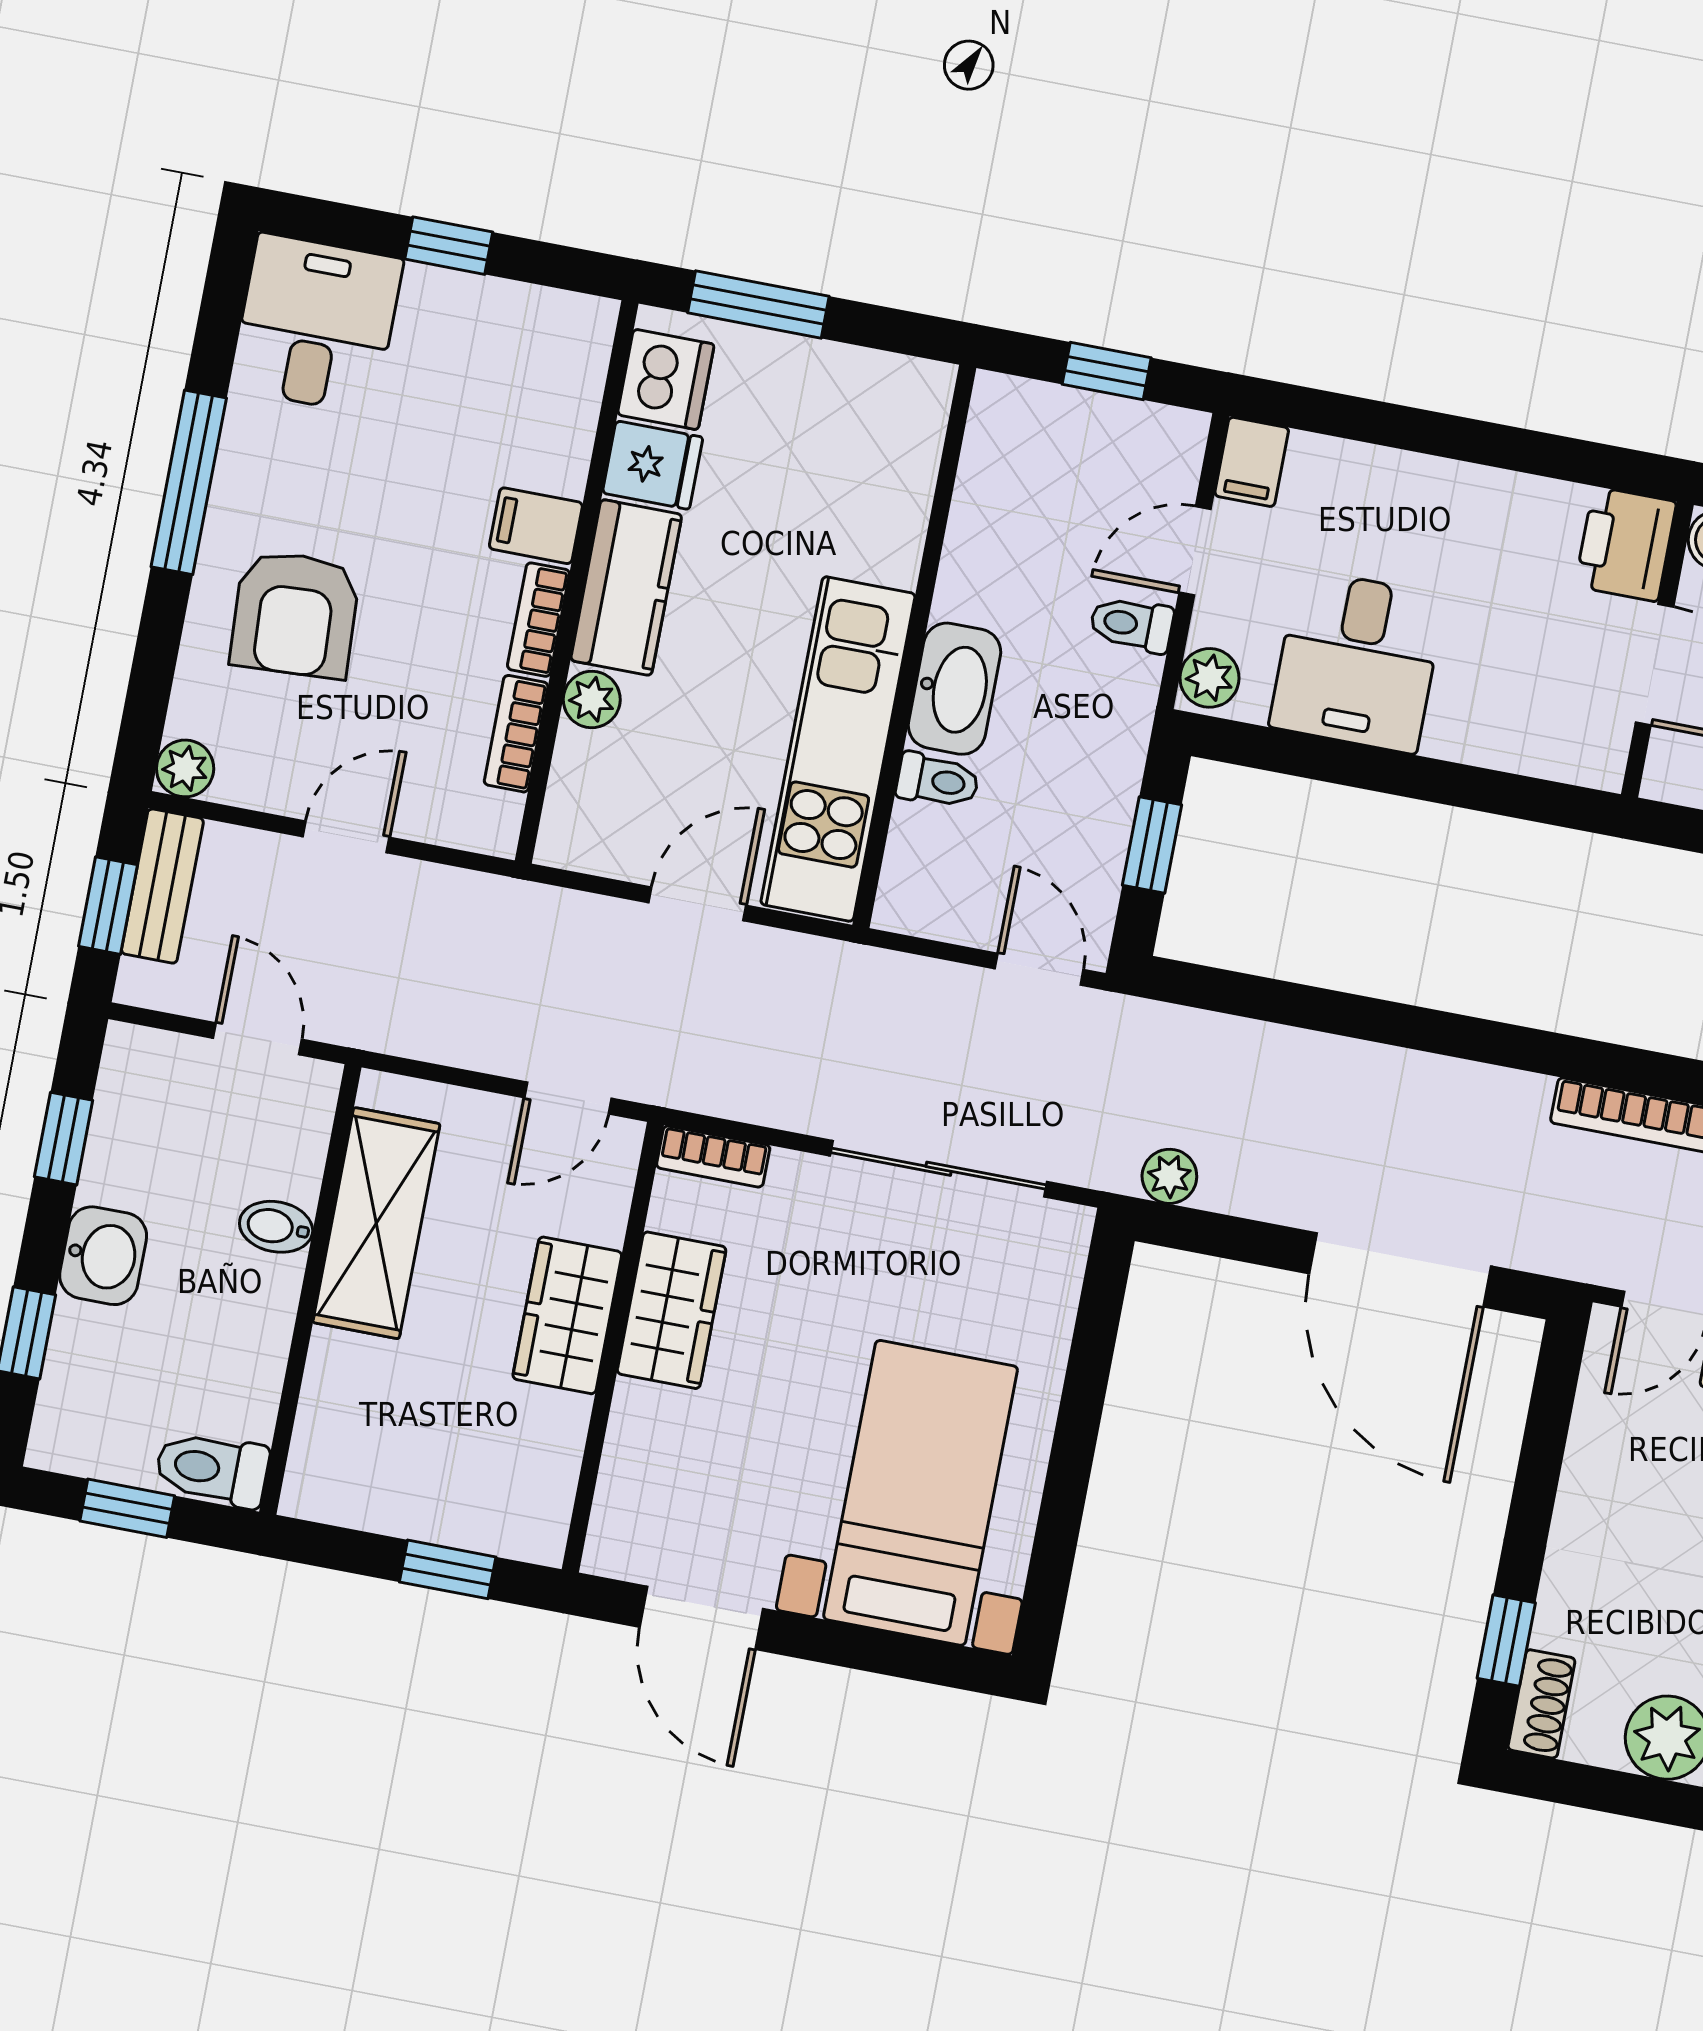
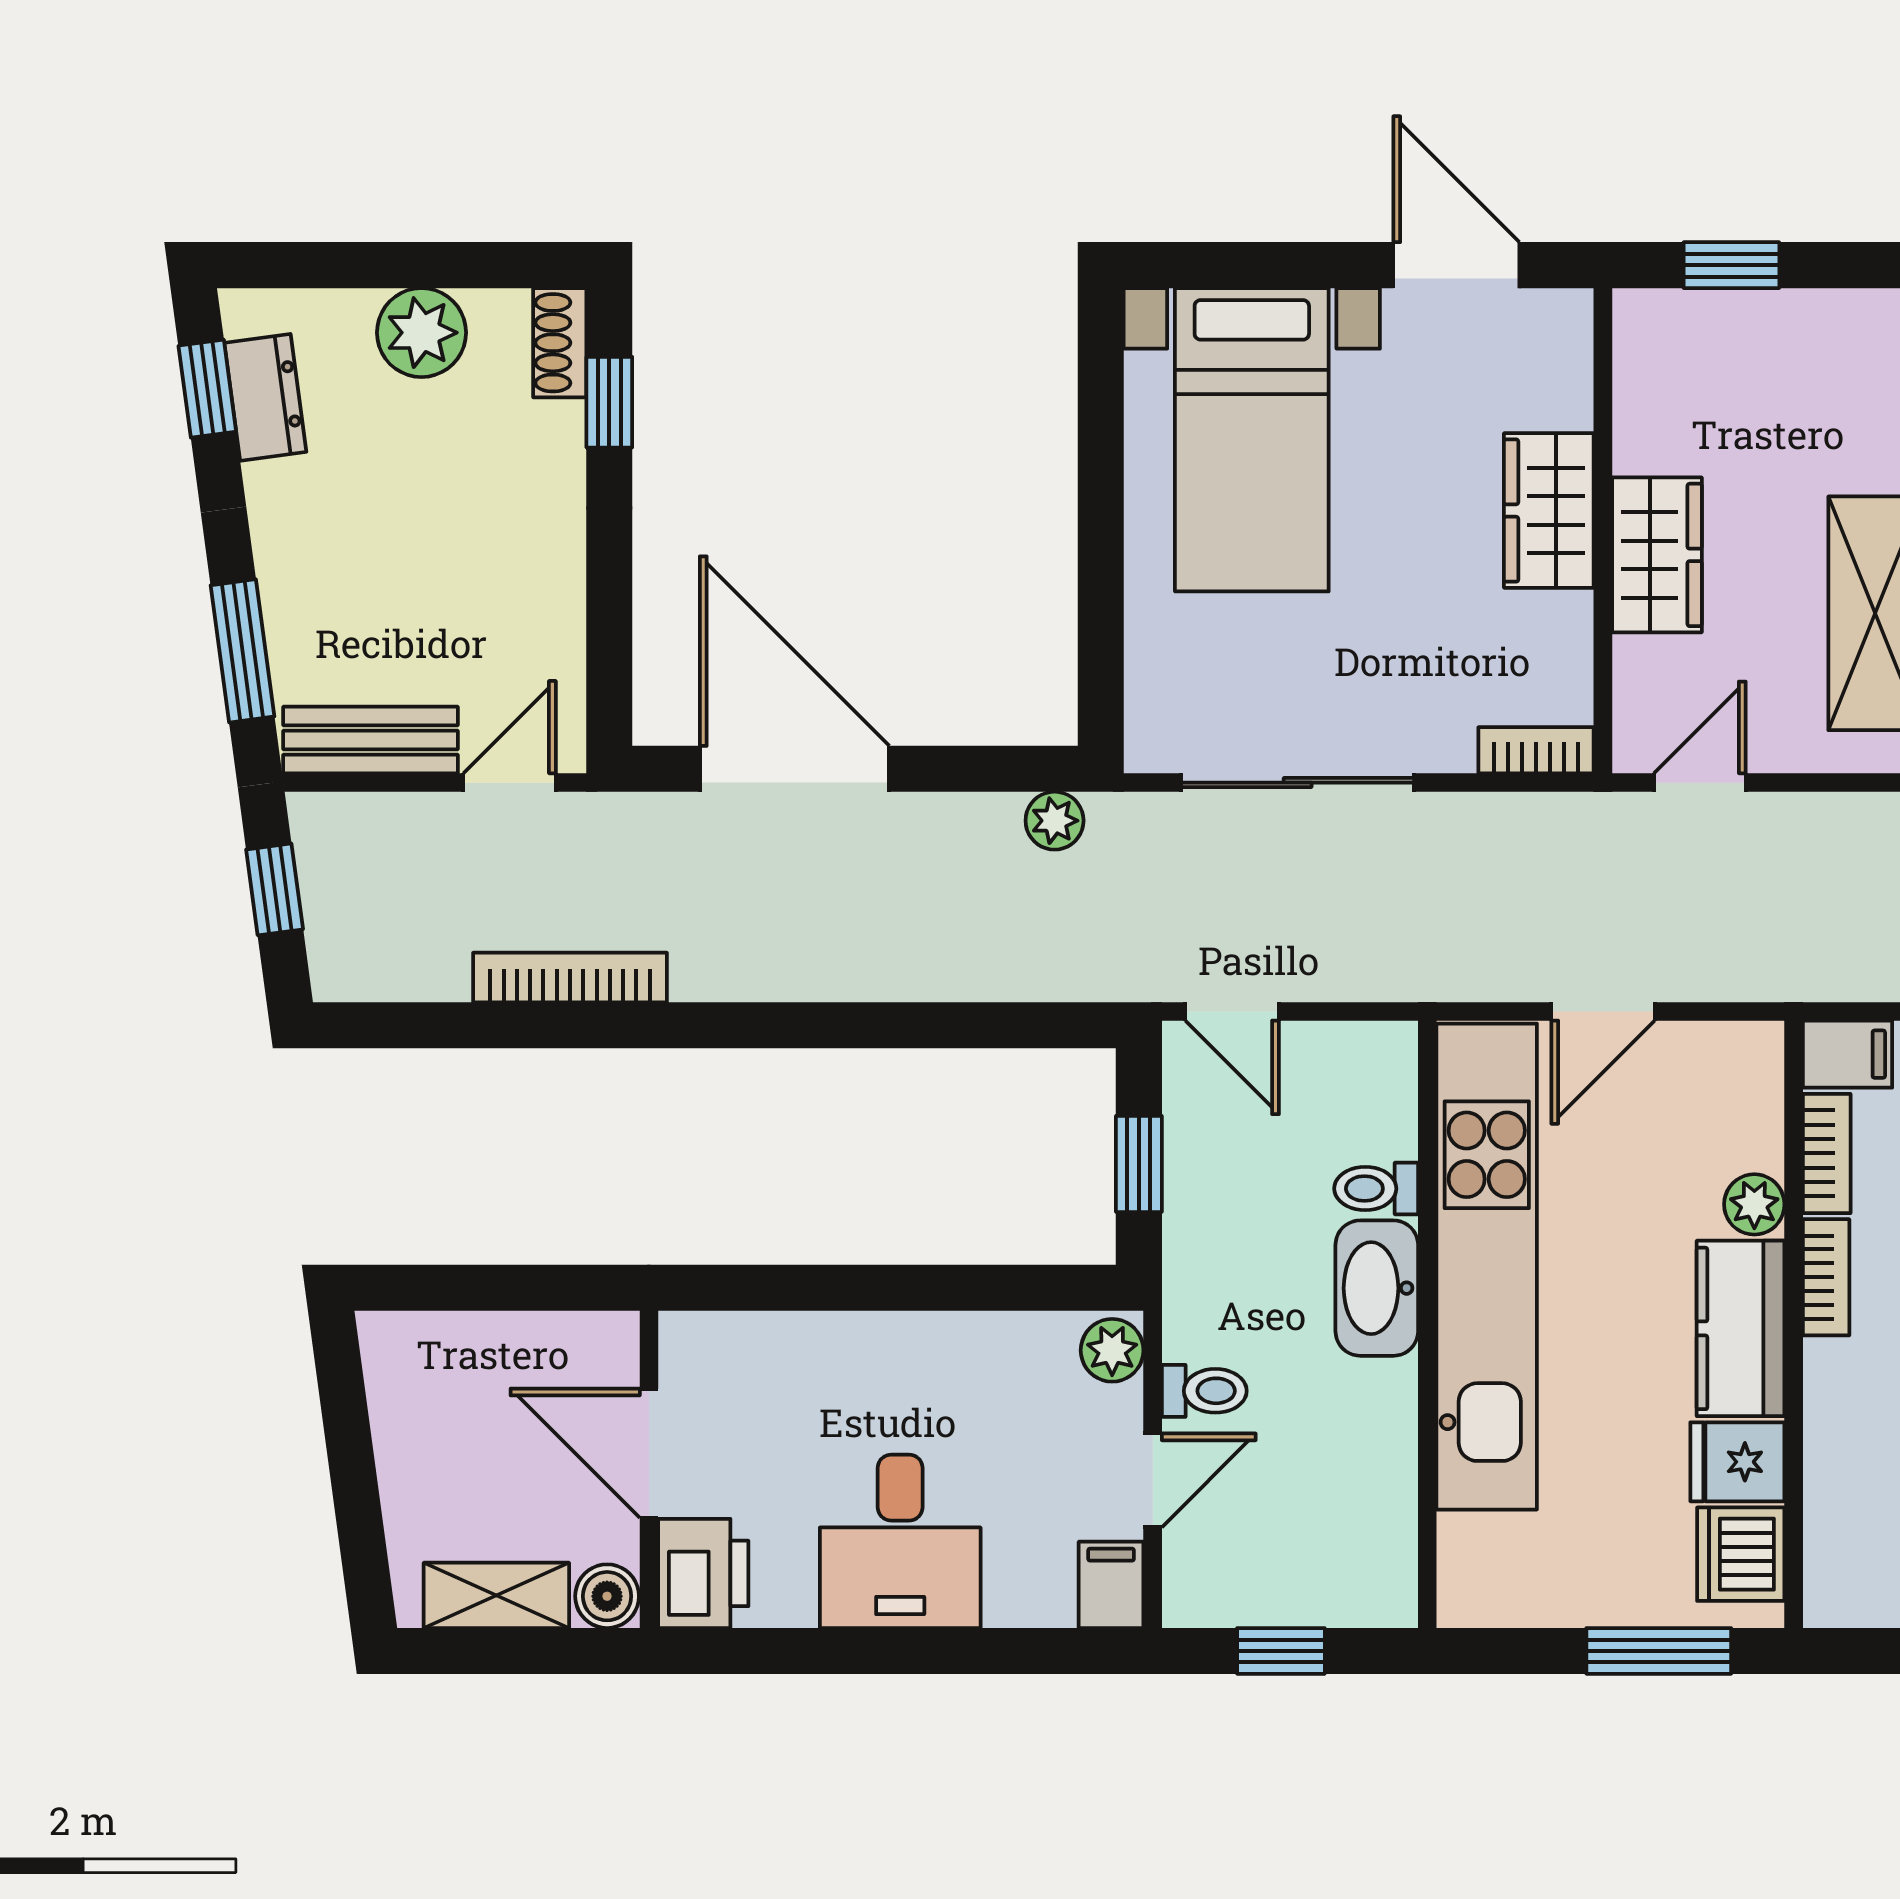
filing cabinet: (536, 526) -> (1848, 1054), moved
desk: (1357, 661) -> (900, 1541), moved, turned 180
kitchen unit: (838, 749) -> (1487, 1267), width x1.36
wardrobe: (672, 1310) -> (1549, 511), moved

